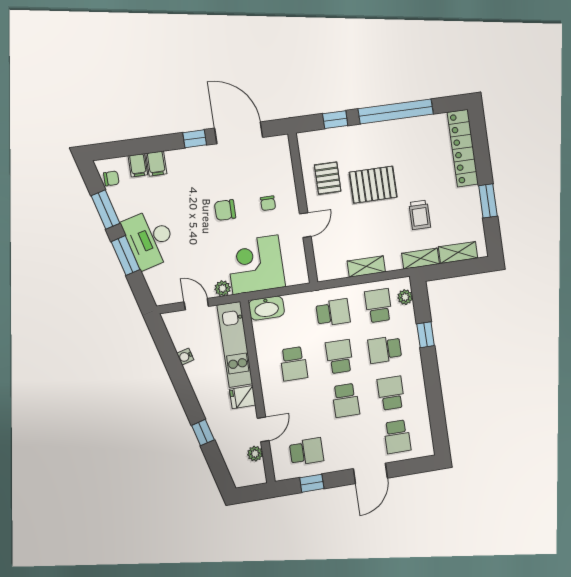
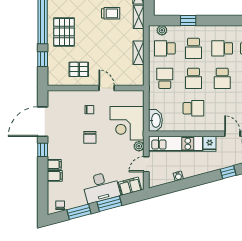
filing cabinet: (138, 165) -> (54, 164), moved
pallet: (373, 185) -> (64, 32), moved
filing cabinet: (158, 284) -> (130, 186), added
school desk: (339, 357) -> (193, 78), turned -90
school desk: (346, 400) -> (222, 78), turned 90

